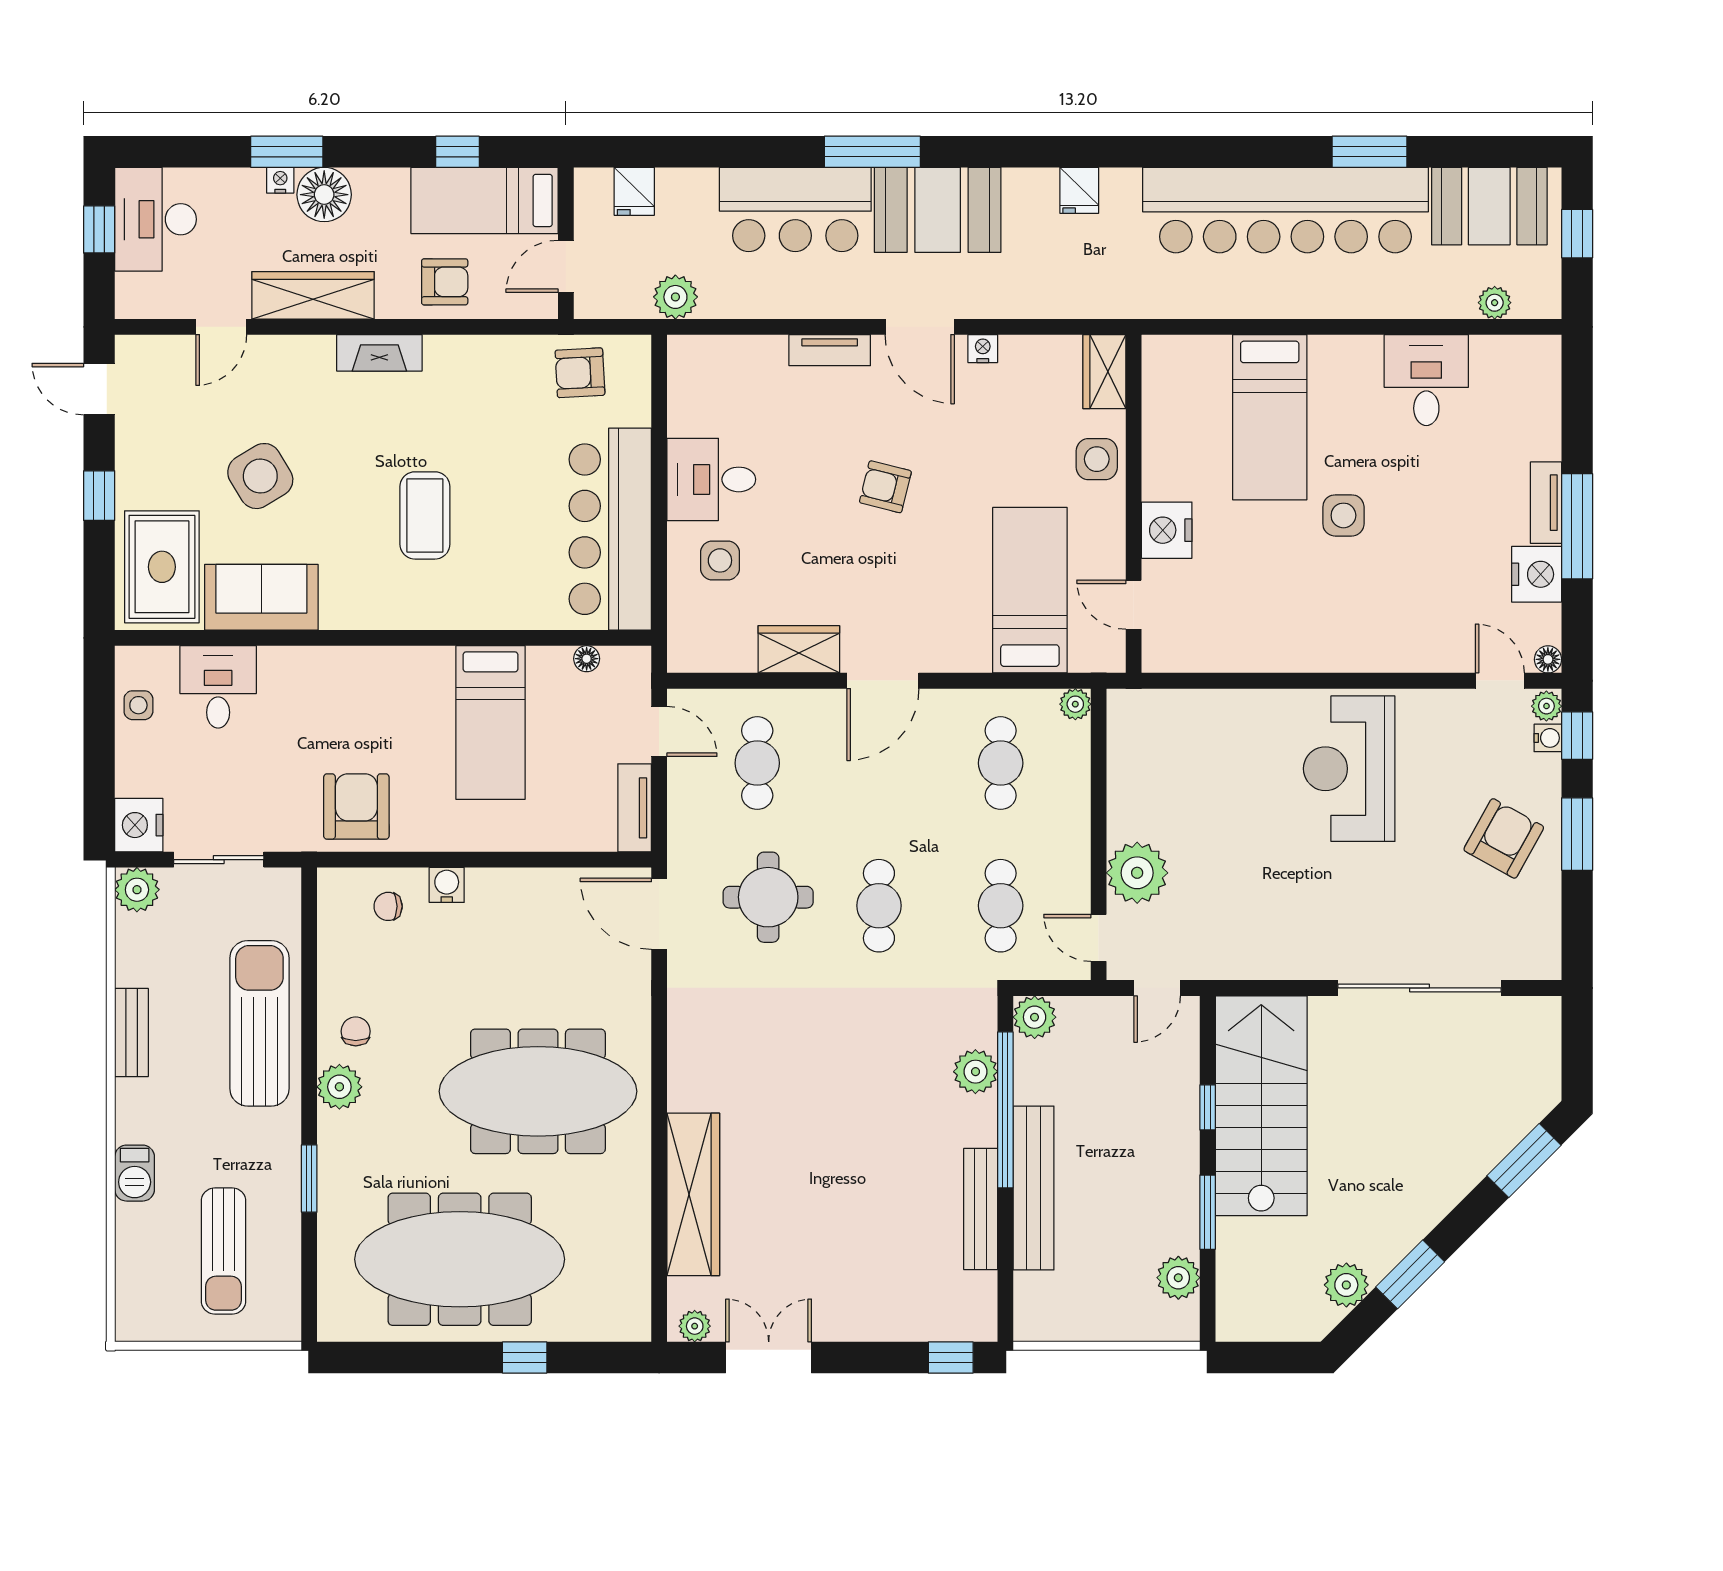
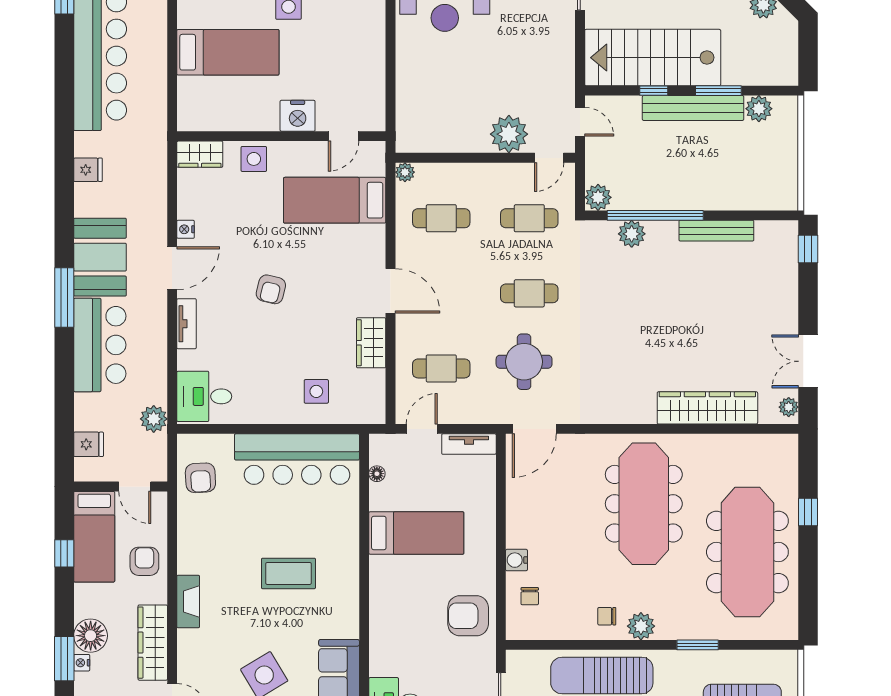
desk: (711, 479) -> (204, 396), moved, turned 90
bench: (1034, 1188) -> (693, 108), moved

